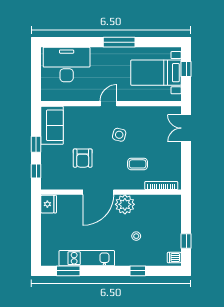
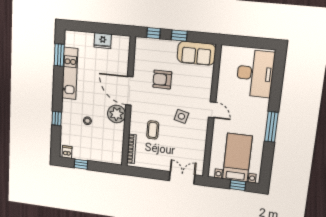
fridge: (49, 204) -> (103, 41), moved

